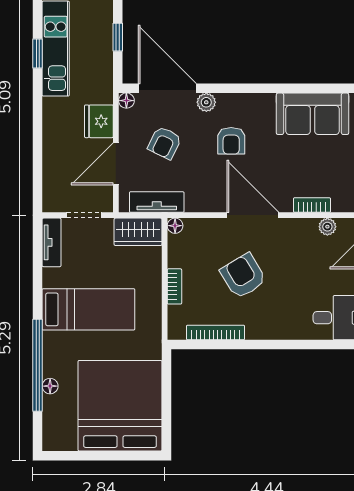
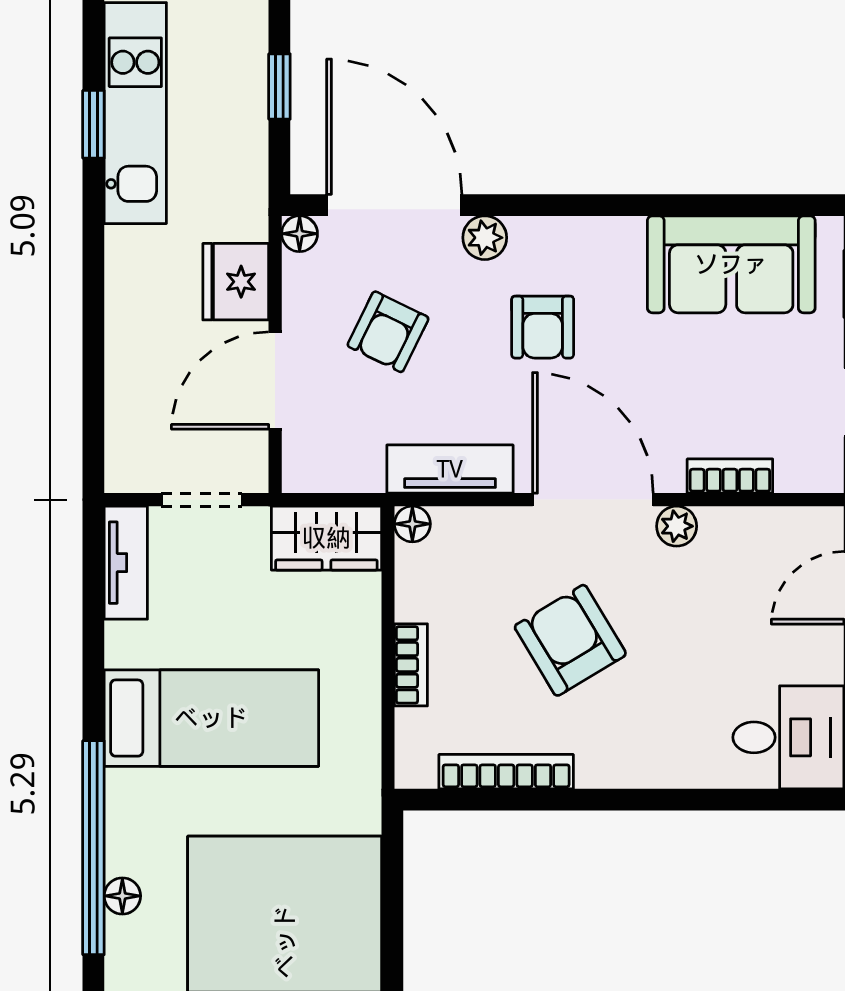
tv unit: (157, 202) -> (450, 469), moved
plant: (327, 227) -> (677, 526), moved

